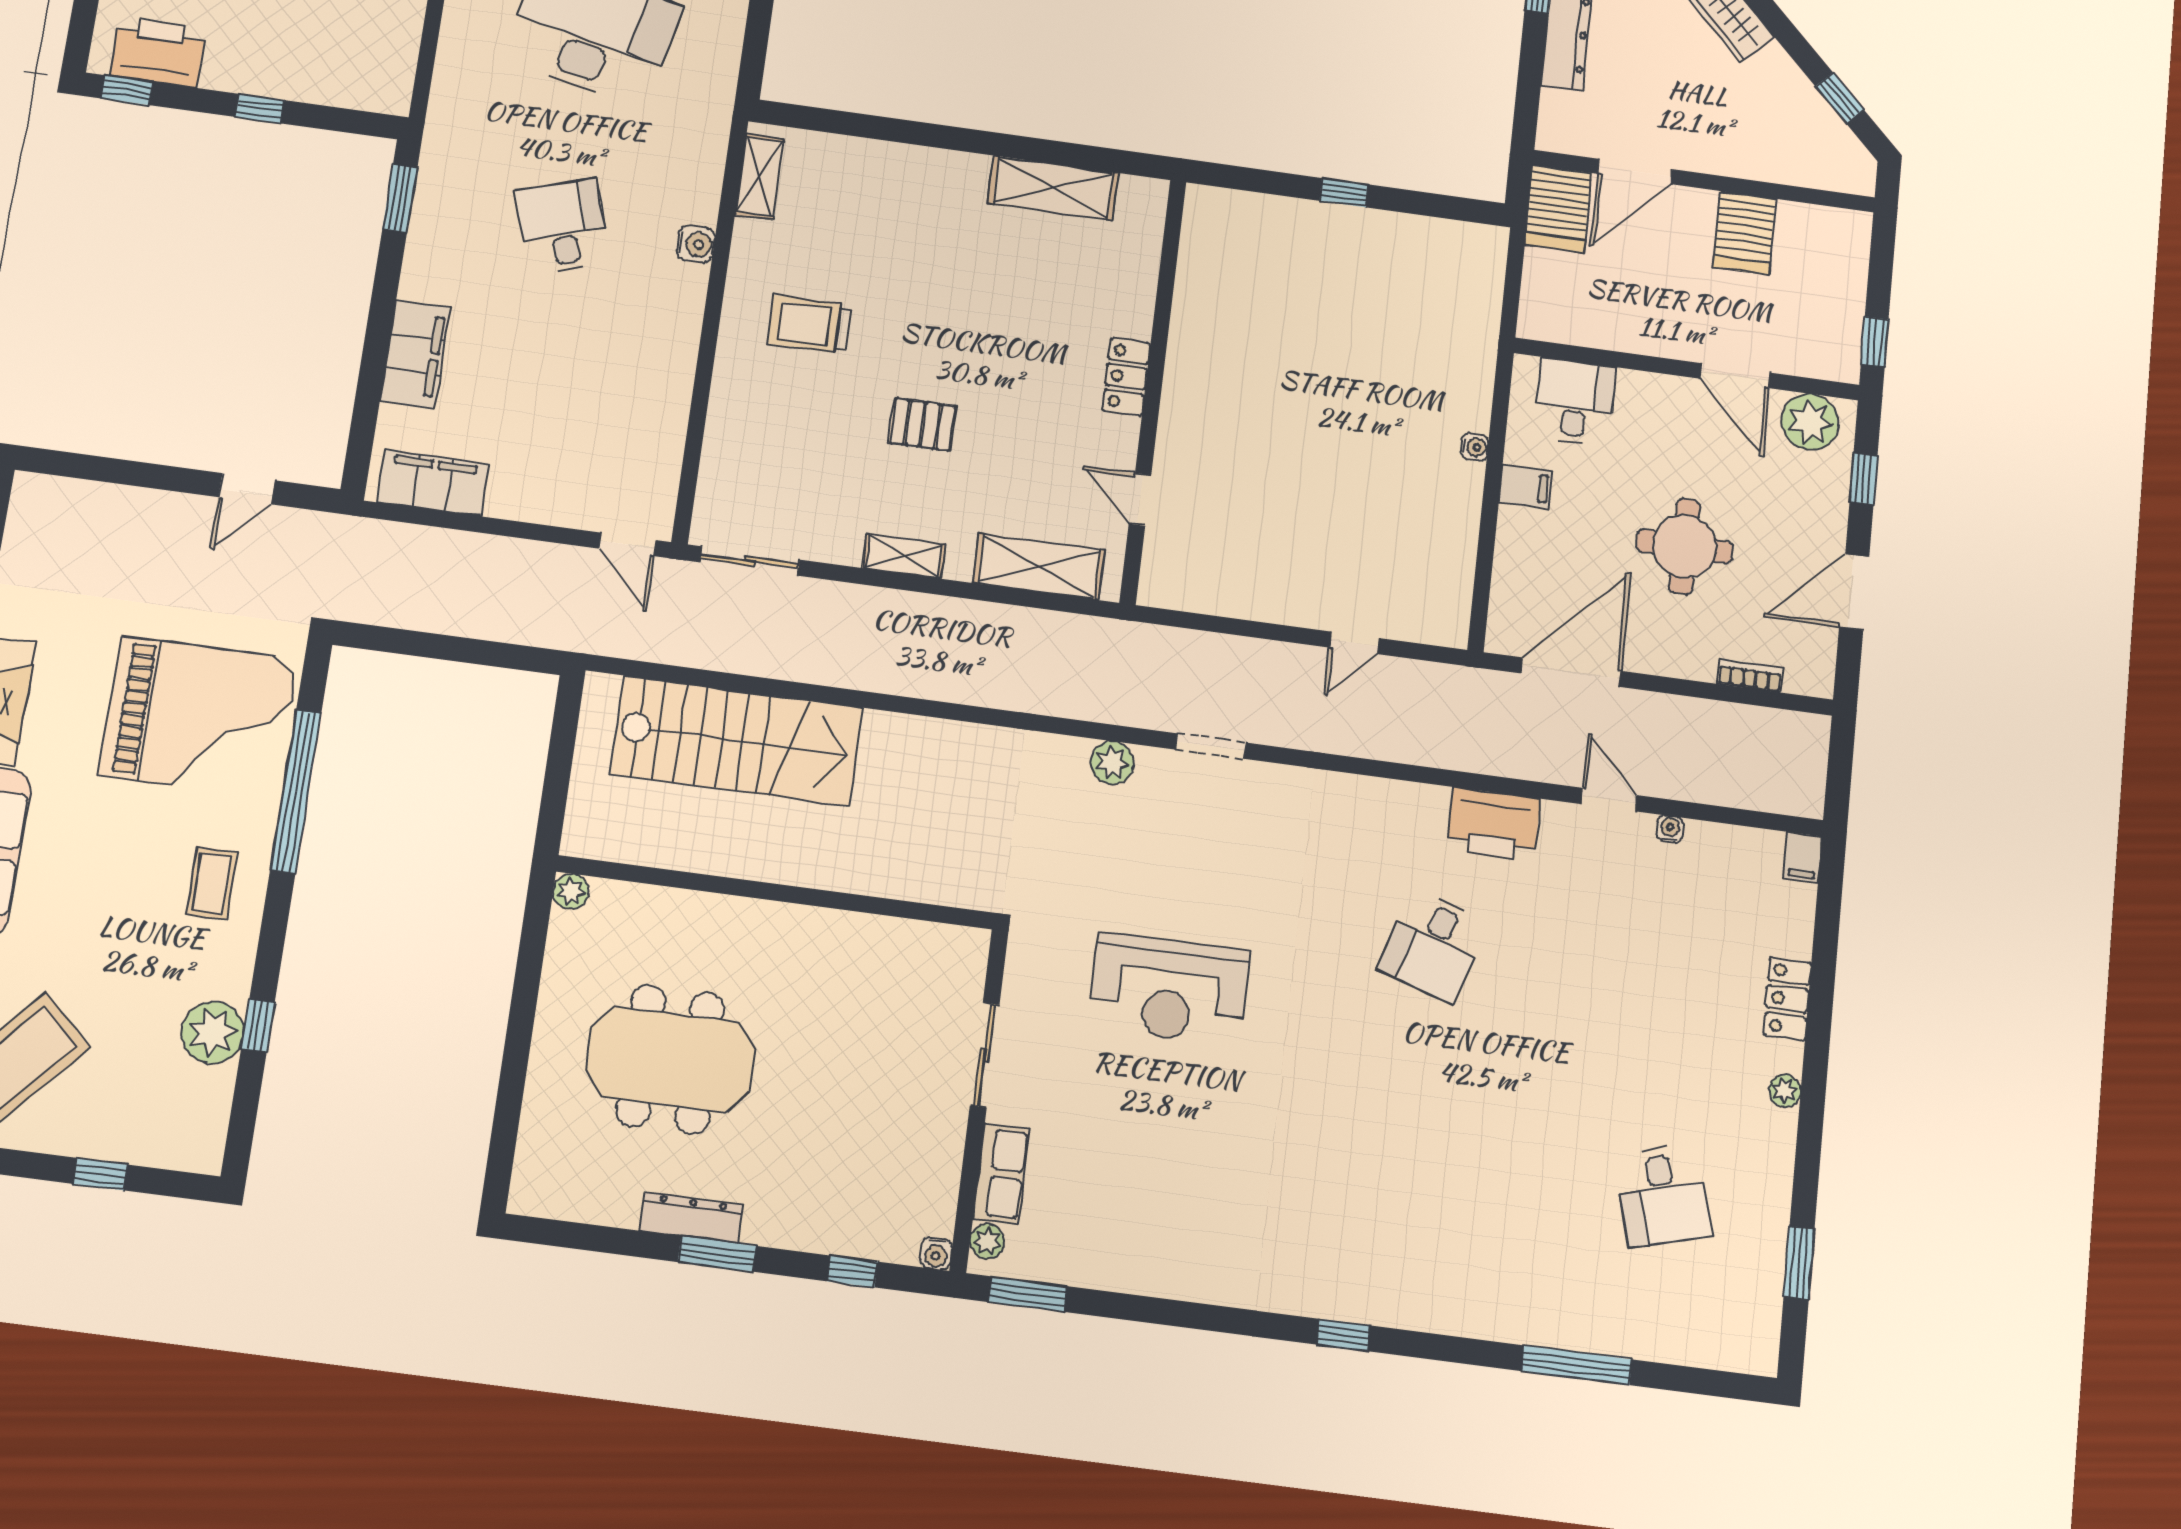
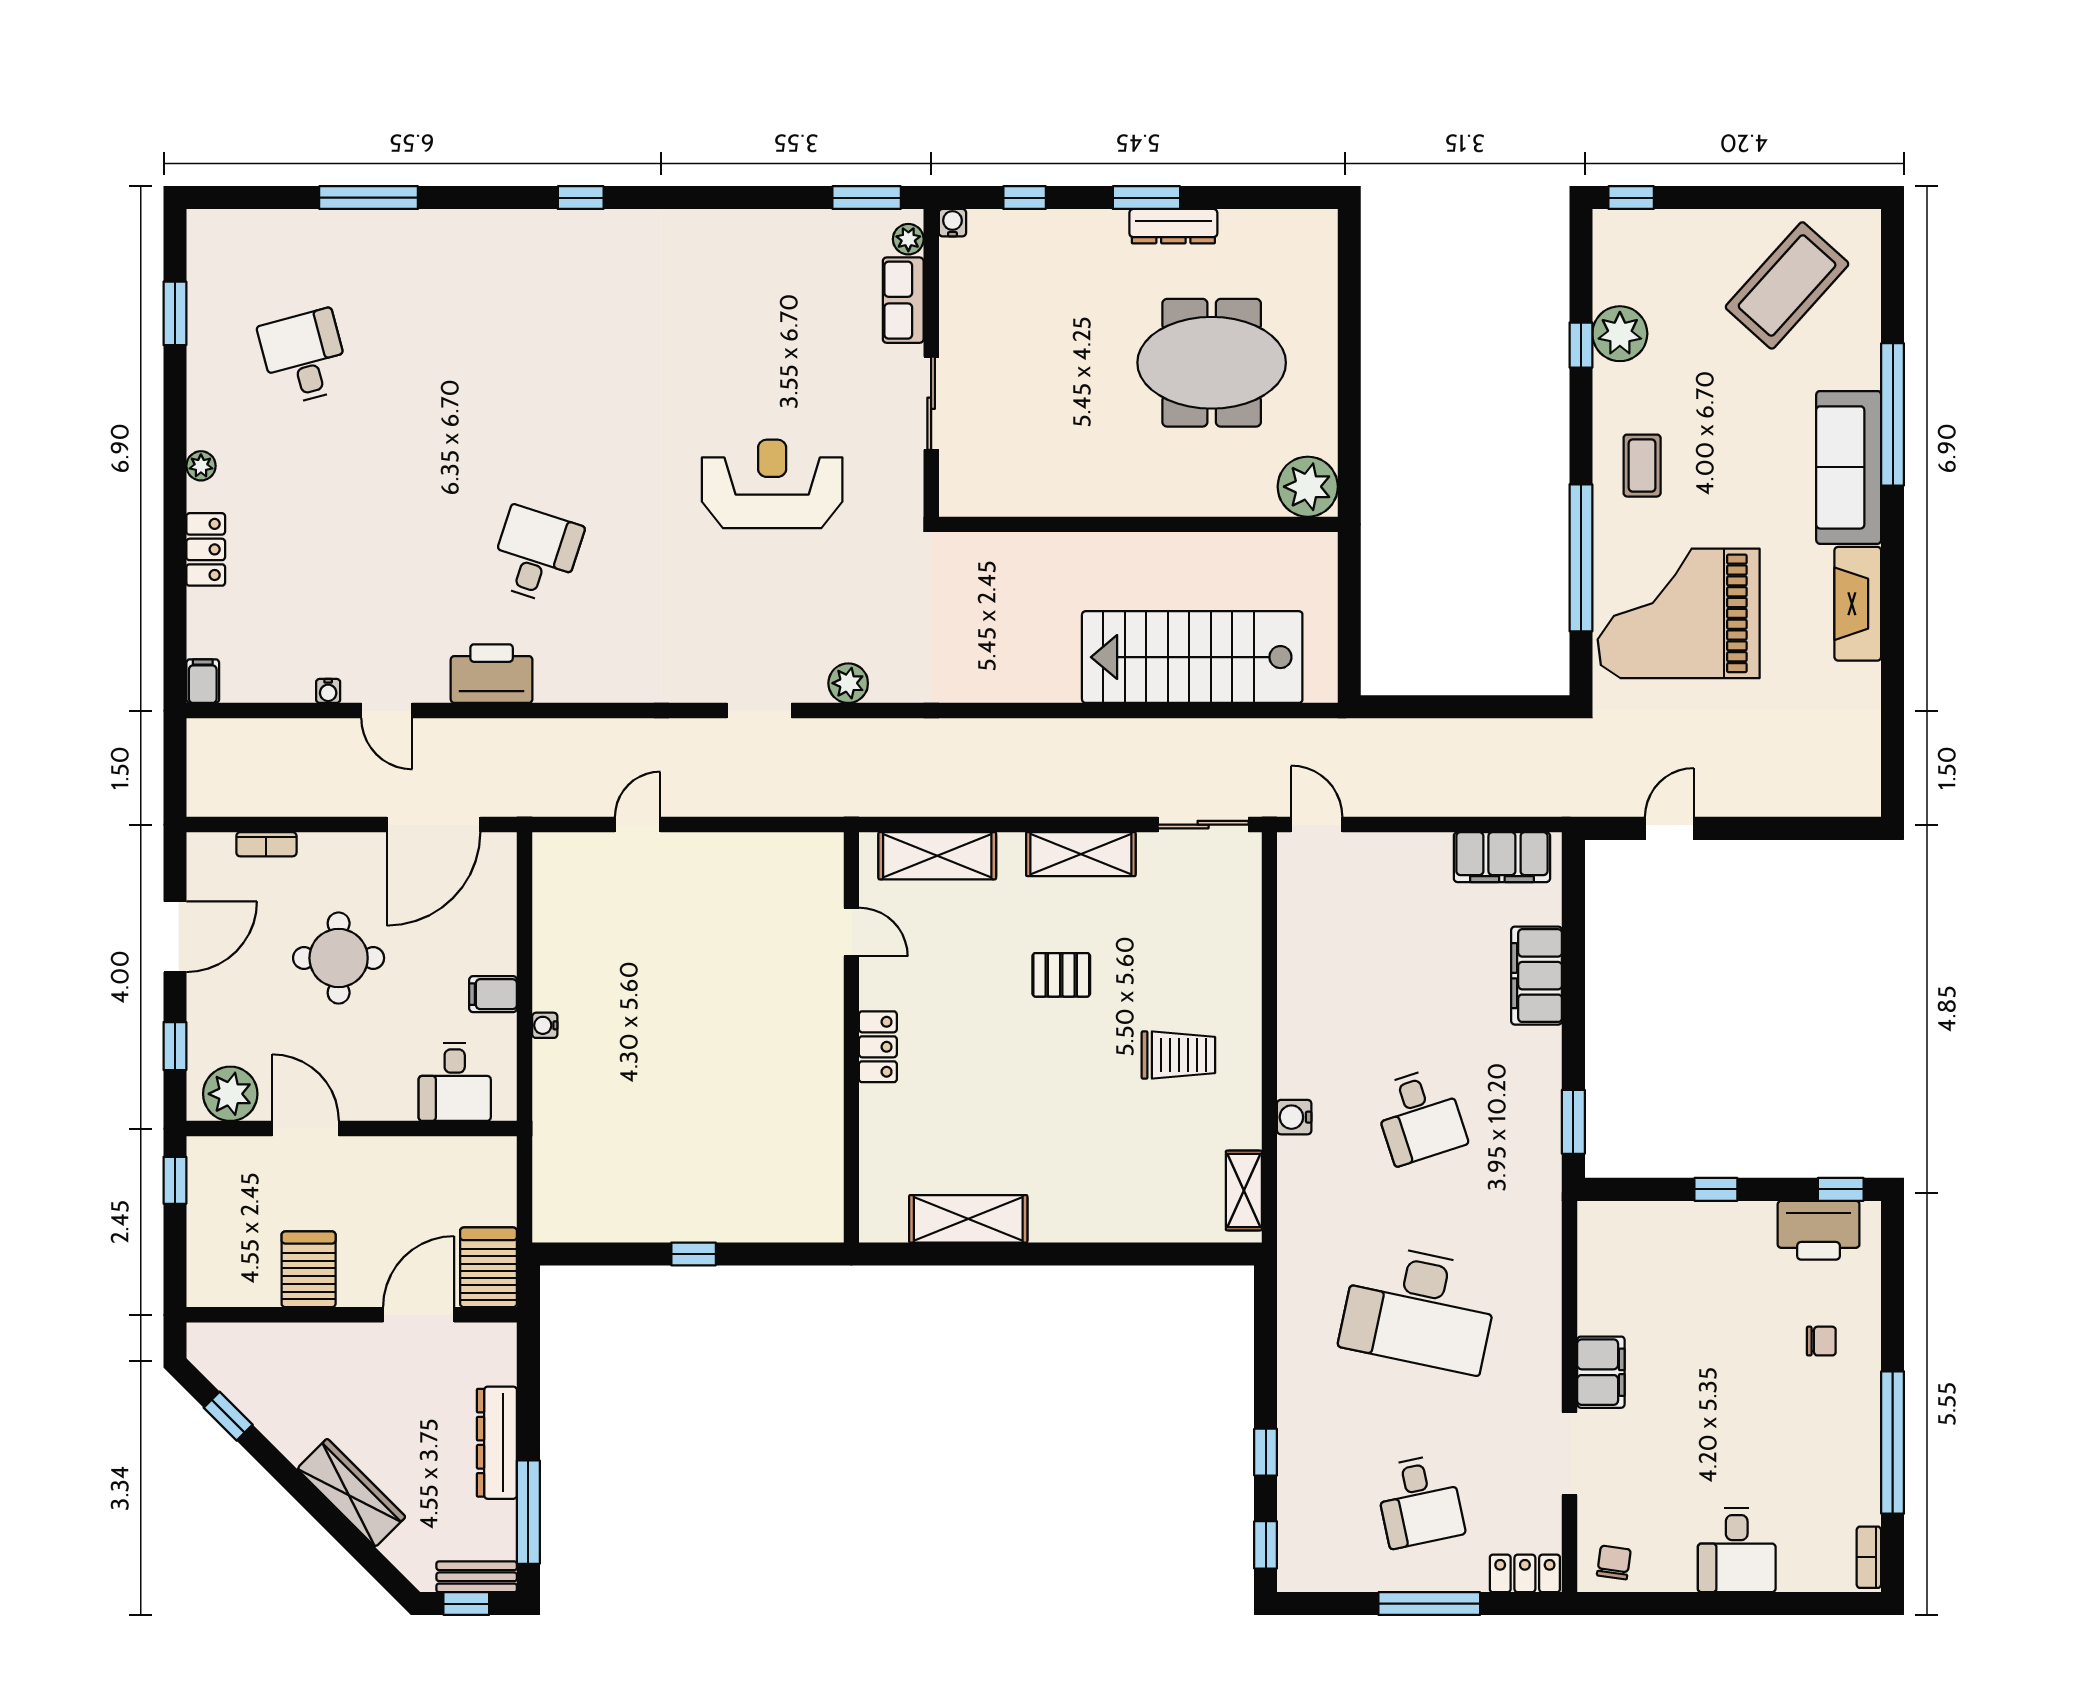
shelving: (904, 556) -> (1081, 854), width x1.50, depth x1.33
plant: (571, 891) -> (1308, 487), width x1.87, depth x1.87
window: (100, 1174) -> (1631, 198), moved

